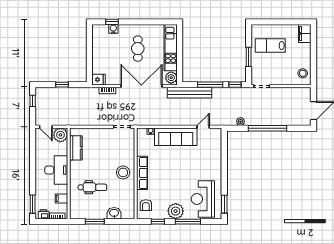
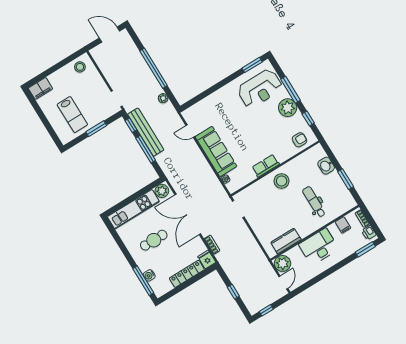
window: (112, 22) -> (143, 281), width x2.17
locker: (97, 58) -> (187, 274), added
bench: (190, 93) -> (146, 132), moved
row of seats: (142, 173) -> (266, 166), width x0.68

